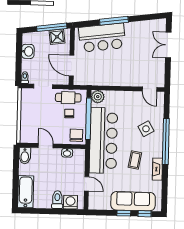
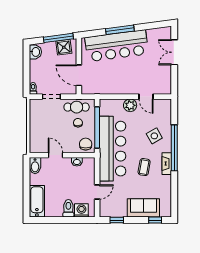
bar counter: (102, 38) -> (117, 46), width x1.36
washbasin: (28, 51) -> (35, 52), moved
door: (150, 89) -> (146, 97), moved
plant: (98, 97) -> (130, 105), moved
fireplace: (157, 169) -> (167, 164), moved
door: (87, 184) -> (97, 192), hinge flipped
sofa: (133, 201) -> (143, 208), width x0.73
window: (124, 213) -> (117, 220), moved

